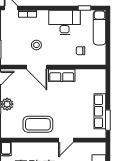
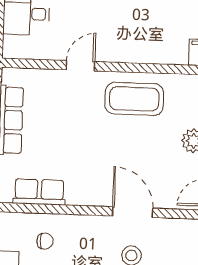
row of seats: (62, 75) -> (39, 192), moved

